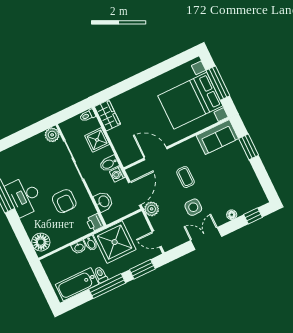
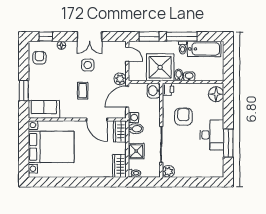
window: (218, 83) -> (24, 150), removed
wardrobe: (125, 153) -> (120, 131), added
armchair: (249, 190) -> (39, 58), added
washbasin: (104, 201) -> (154, 91), moved

